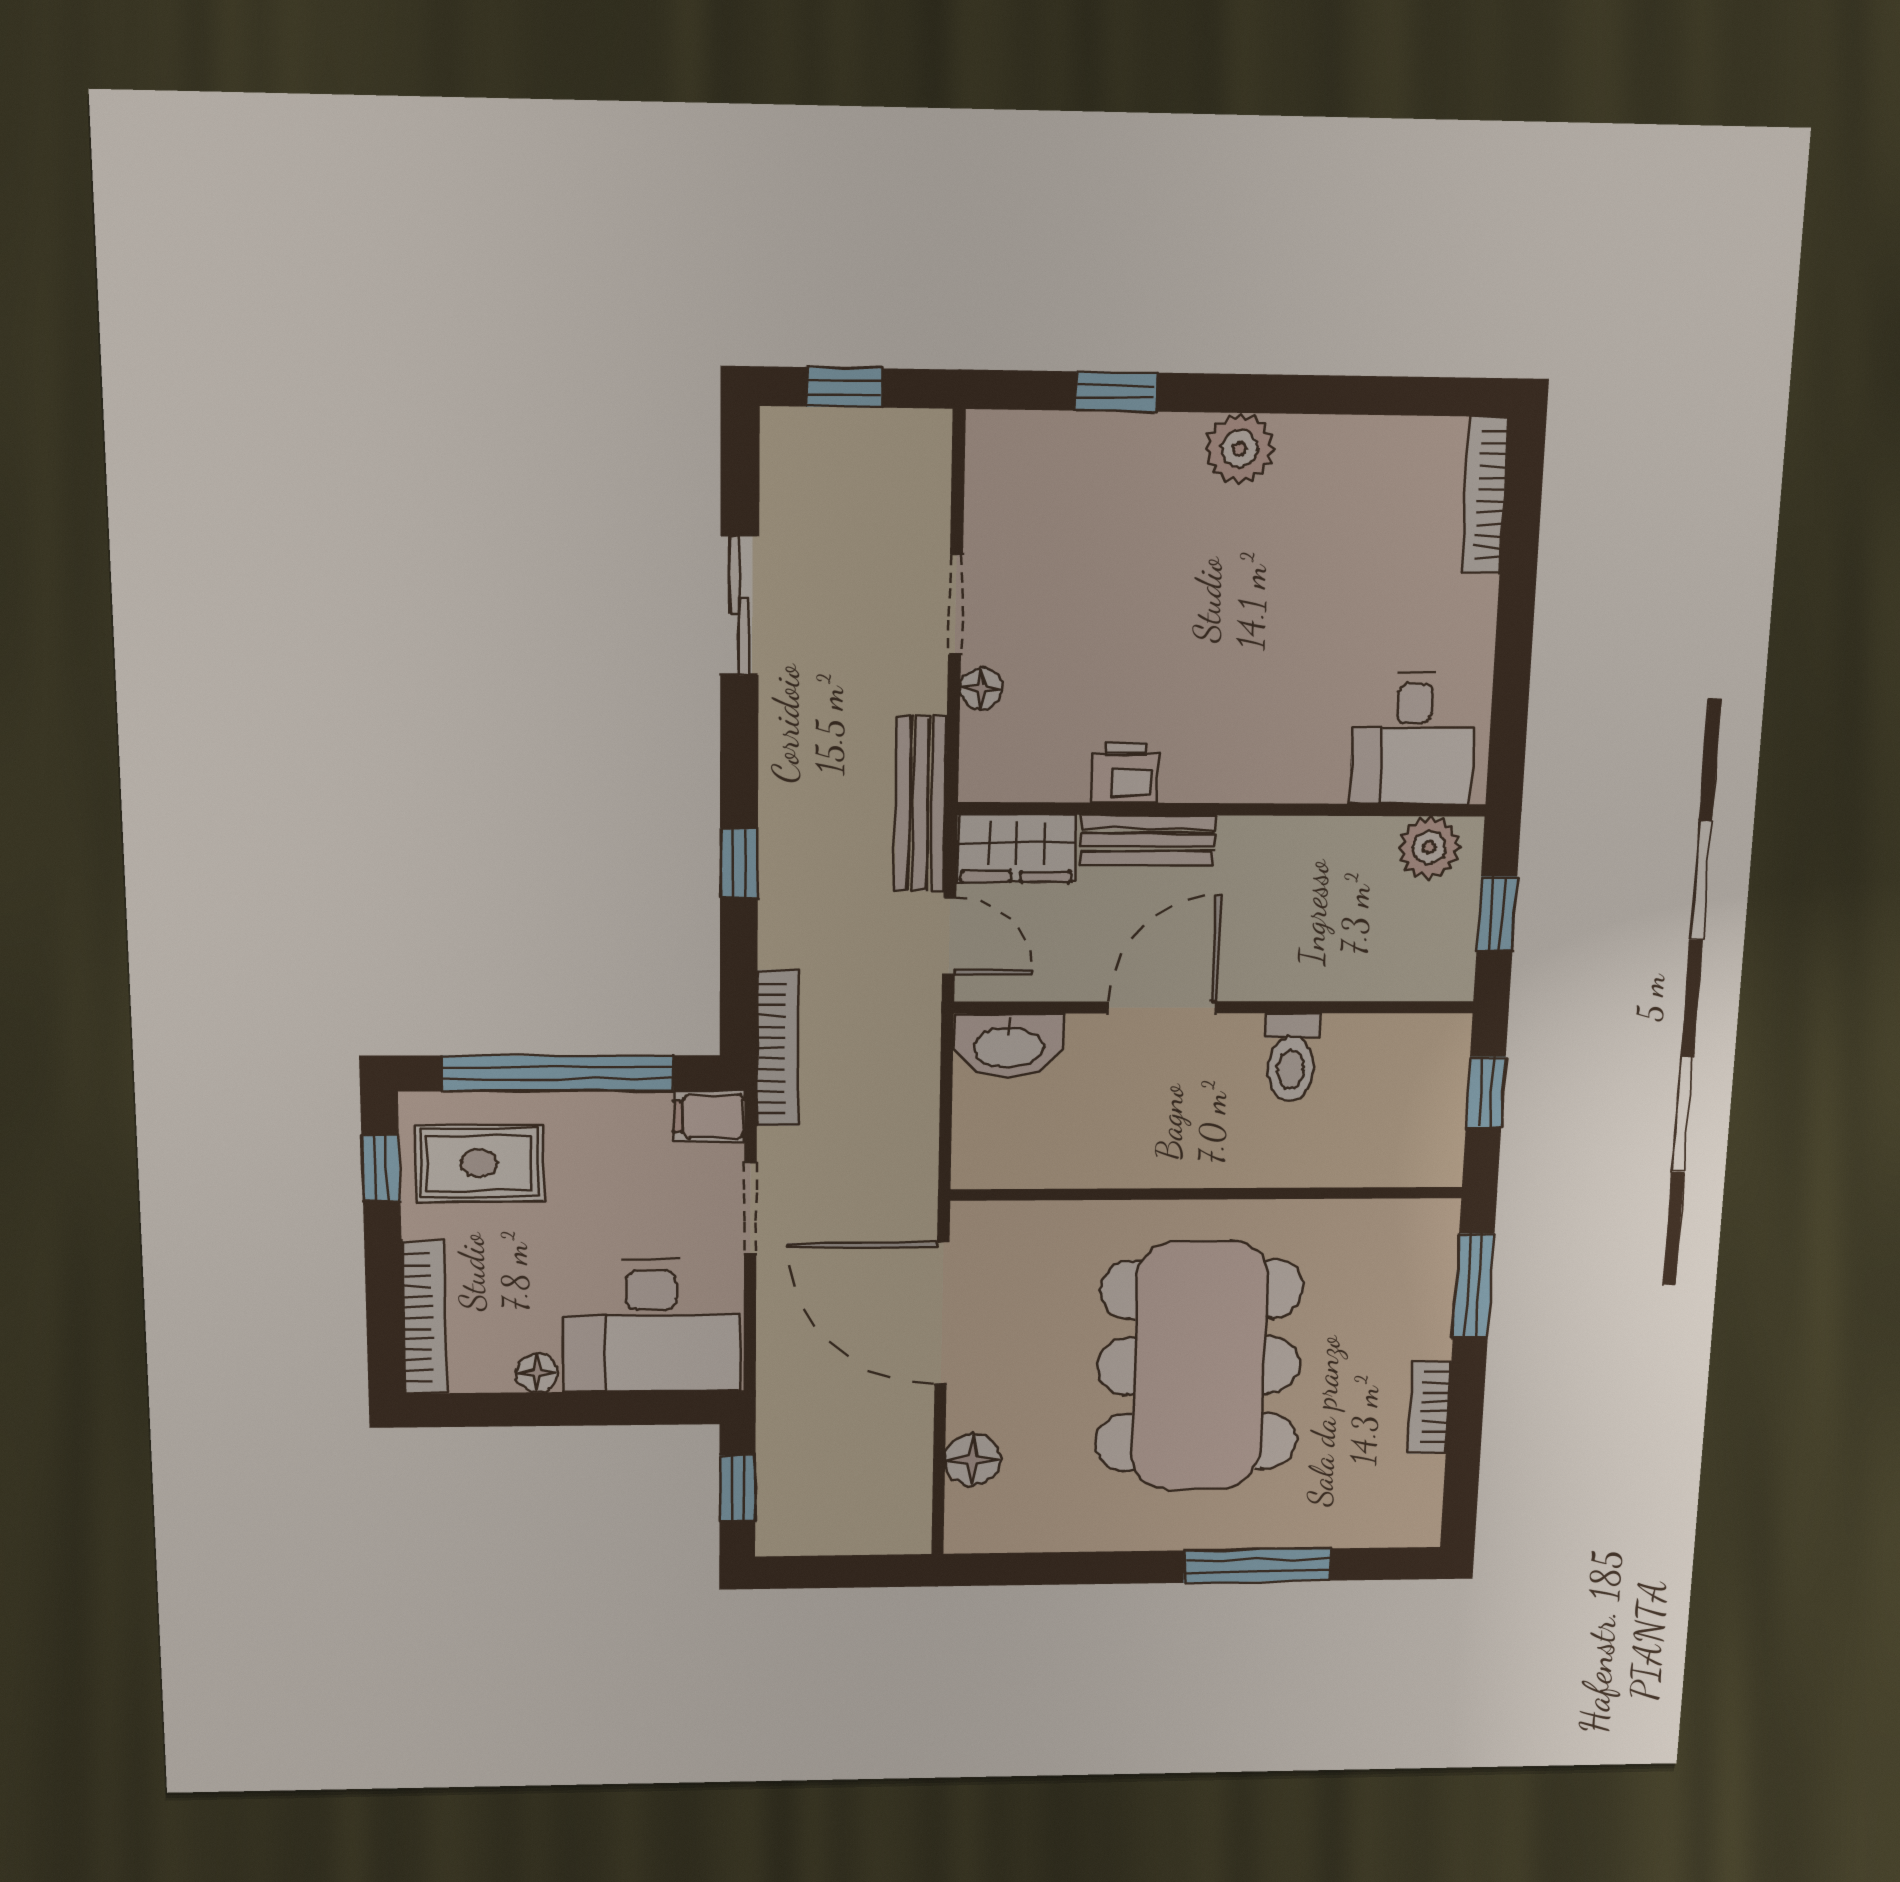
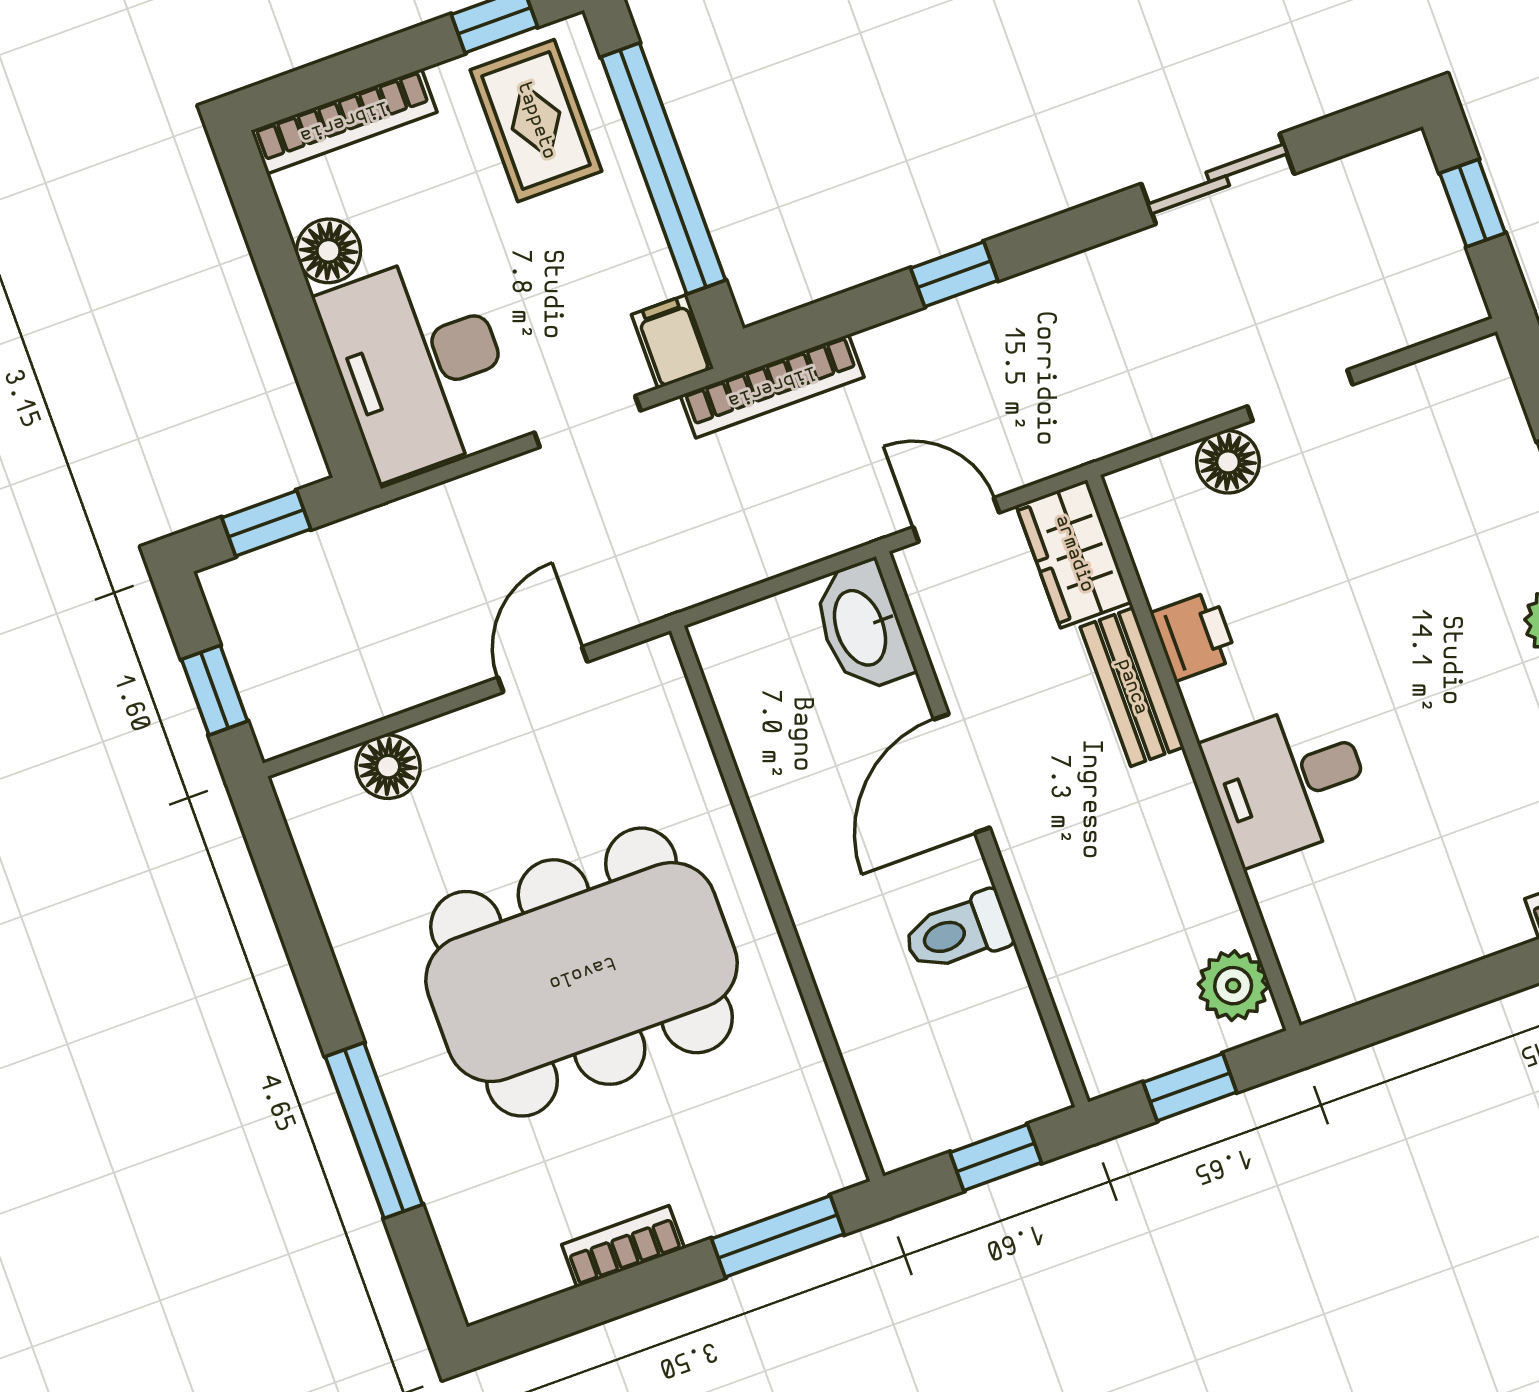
floor lamp: (981, 688) -> (1228, 462), width x1.37, depth x1.37
desk: (1413, 739) -> (1289, 782), moved
bench: (921, 804) -> (1084, 438), removed
door: (949, 936) -> (956, 520), swing flipped
door: (1163, 1007) -> (962, 774), swing flipped
door: (942, 1313) -> (543, 670), width x0.53
floor lamp: (537, 1373) -> (329, 251), width x1.37, depth x1.37
window: (858, 1571) -> (215, 690), added

